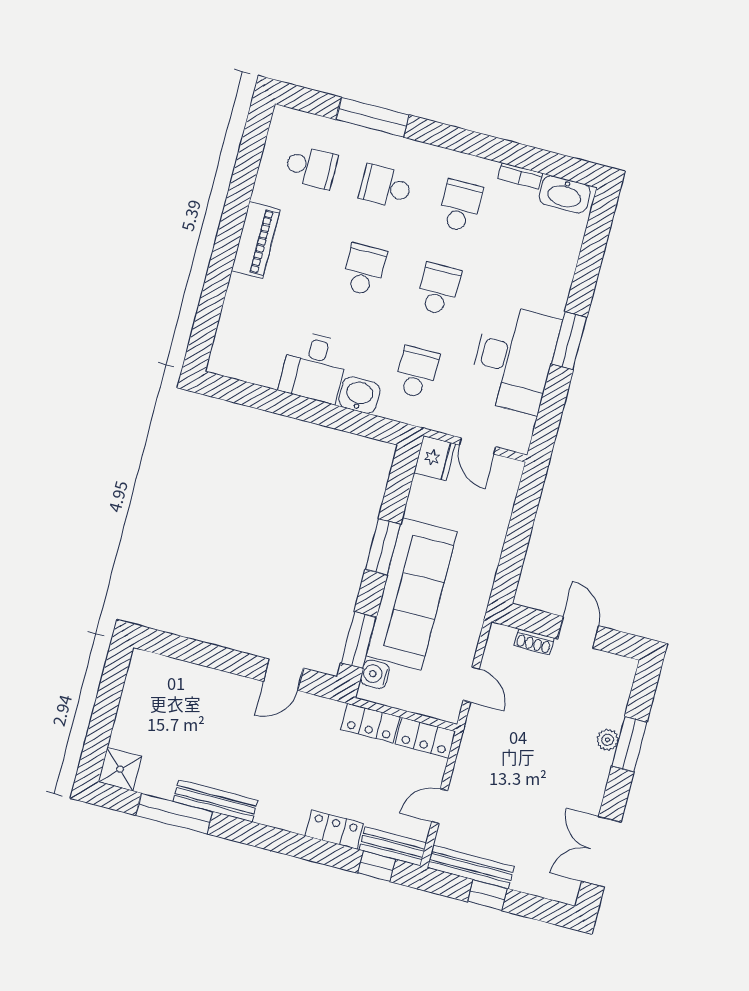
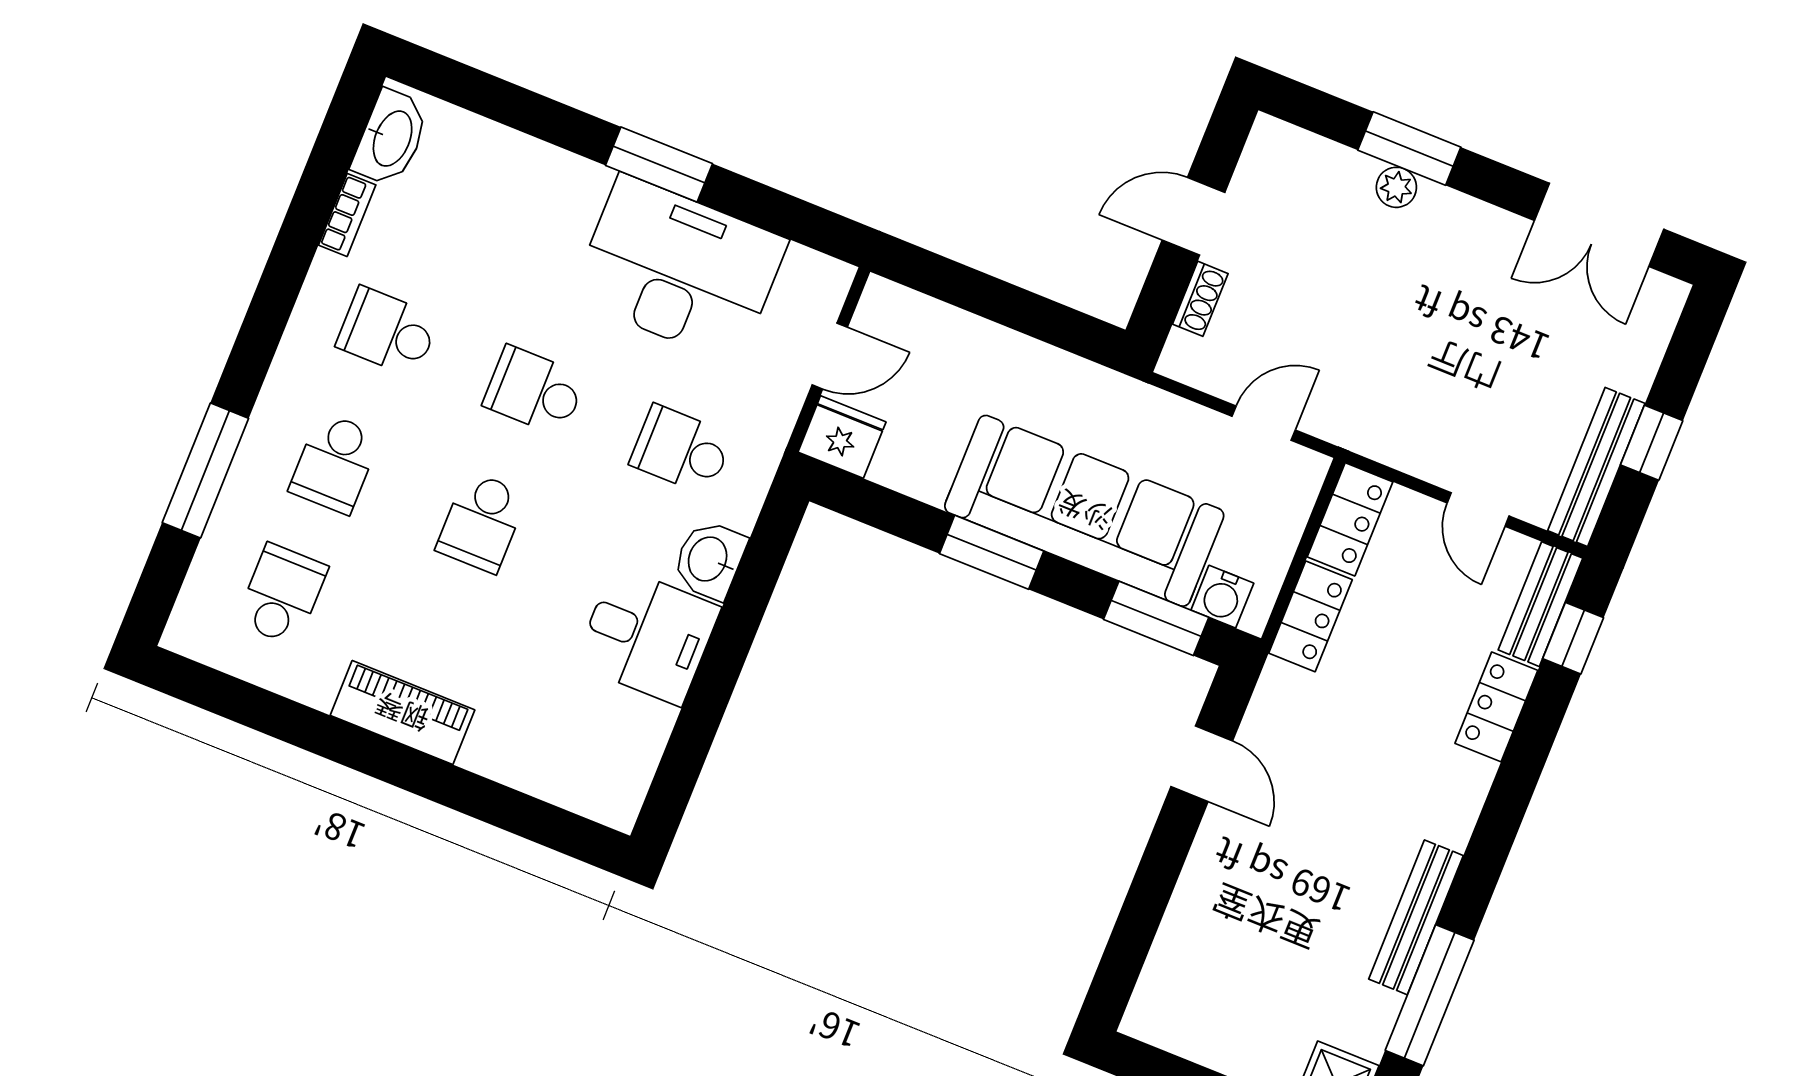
school desk: (364, 270) -> (482, 522), turned -90

